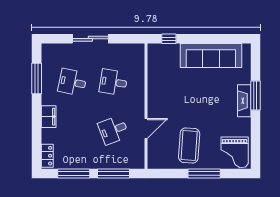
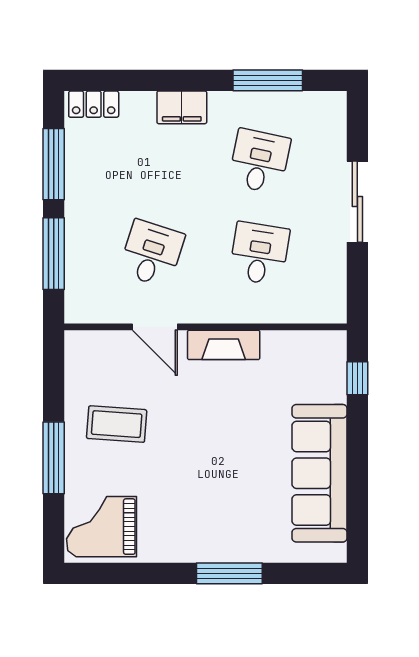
fireplace: (244, 101) -> (224, 345), moved, turned 180
desk: (113, 130) -> (152, 253), turned 39
coffee table: (189, 146) -> (117, 424), width x0.73, depth x0.76

